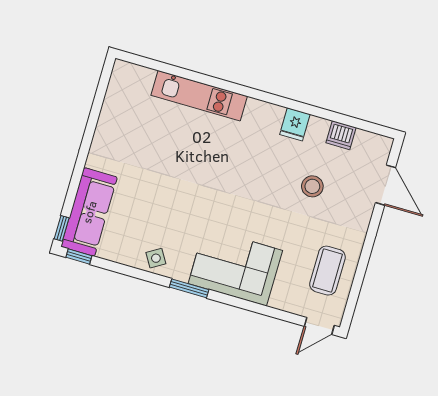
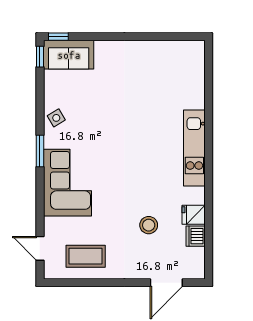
kitchen unit: (199, 96) -> (194, 148), moved
fridge: (295, 124) -> (194, 215), moved
sofa: (89, 212) -> (69, 55), width x0.73
door: (319, 326) -> (40, 248), moved

